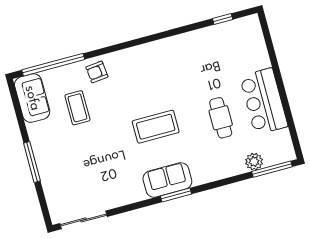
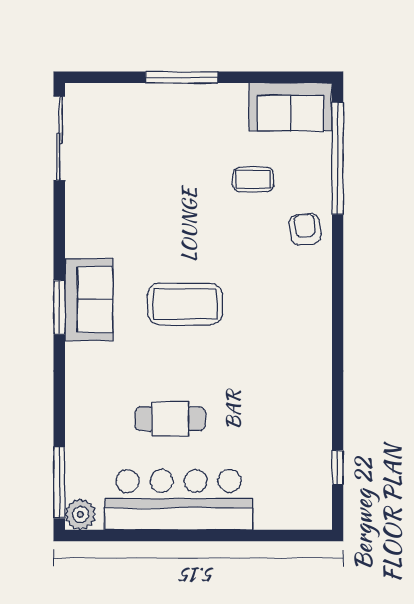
bar counter: (264, 101) -> (179, 500), width x1.36
coffee table: (77, 108) -> (253, 180), width x0.73, depth x0.77
coffee table: (156, 127) -> (185, 304), turned 90
plant: (254, 162) -> (80, 514), moved

